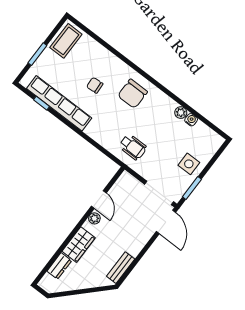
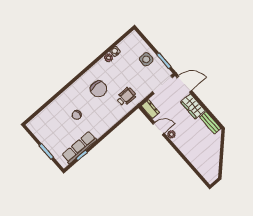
coffee table: (66, 41) -> (41, 129), removed
chair: (133, 94) -> (99, 89), moved
row of seats: (59, 103) -> (79, 147), width x0.73
wardrobe: (79, 245) -> (193, 106), moved, turned 180
dresser: (59, 266) -> (150, 109), moved

